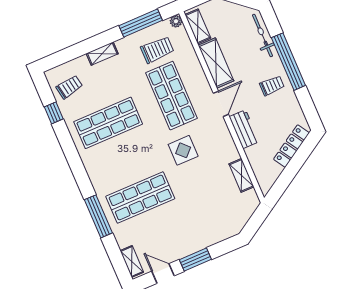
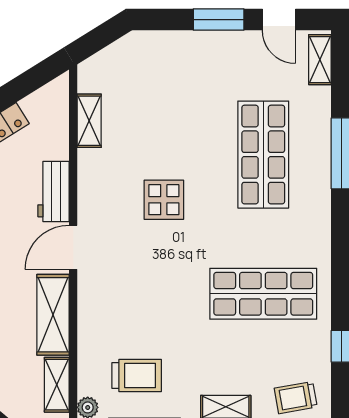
trolley: (157, 50) -> (137, 375), turned 180
trolley: (69, 87) -> (296, 398), moved
shop shelf: (171, 96) -> (145, 294), removed
shop shelf: (140, 197) -> (263, 155), turned 90

